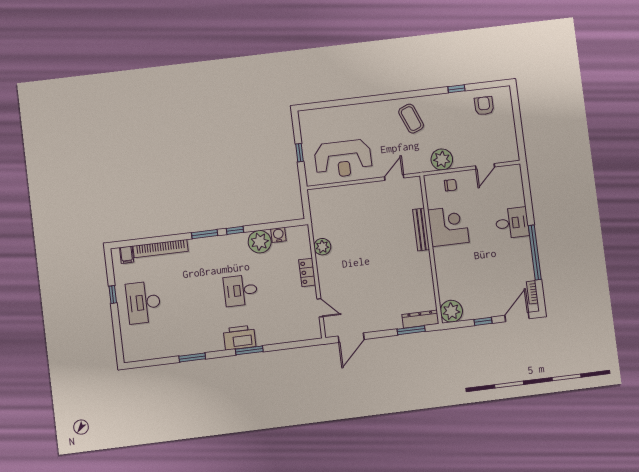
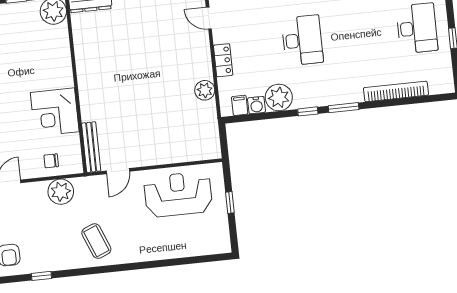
bench: (421, 229) -> (91, 147), moved
filing cabinet: (127, 255) -> (240, 105), moved
desk: (241, 290) -> (302, 40), width x1.37

